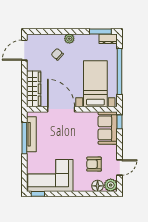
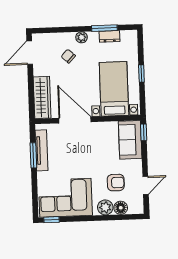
window: (100, 31) -> (104, 28), moved
dresser: (108, 39) -> (109, 36), moved
window: (120, 71) -> (141, 74), width x0.32
window: (24, 138) -> (33, 155), width x0.69
armchair: (94, 164) -> (116, 183), turned 180
plant: (111, 185) -> (105, 207), moved

